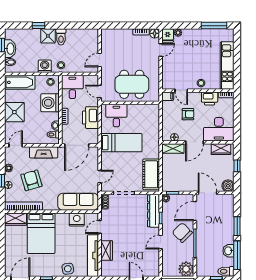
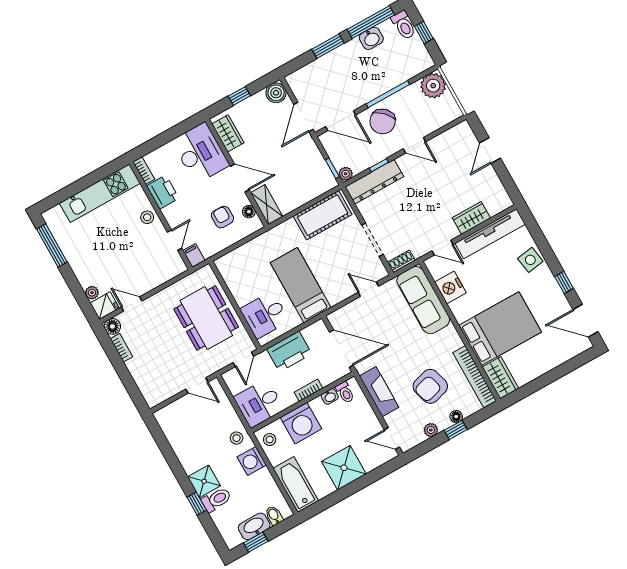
toilet: (61, 37) -> (216, 500), moved
armchair: (188, 114) -> (222, 217), moved

